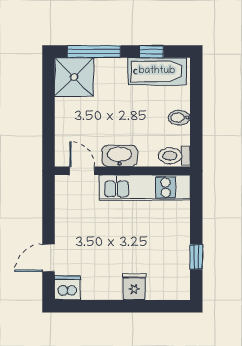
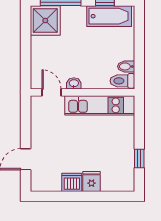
bidet: (179, 118) -> (126, 66), moved
washbasin: (120, 156) -> (74, 83), width x0.52, depth x0.69
dishwasher: (68, 288) -> (72, 182), moved

